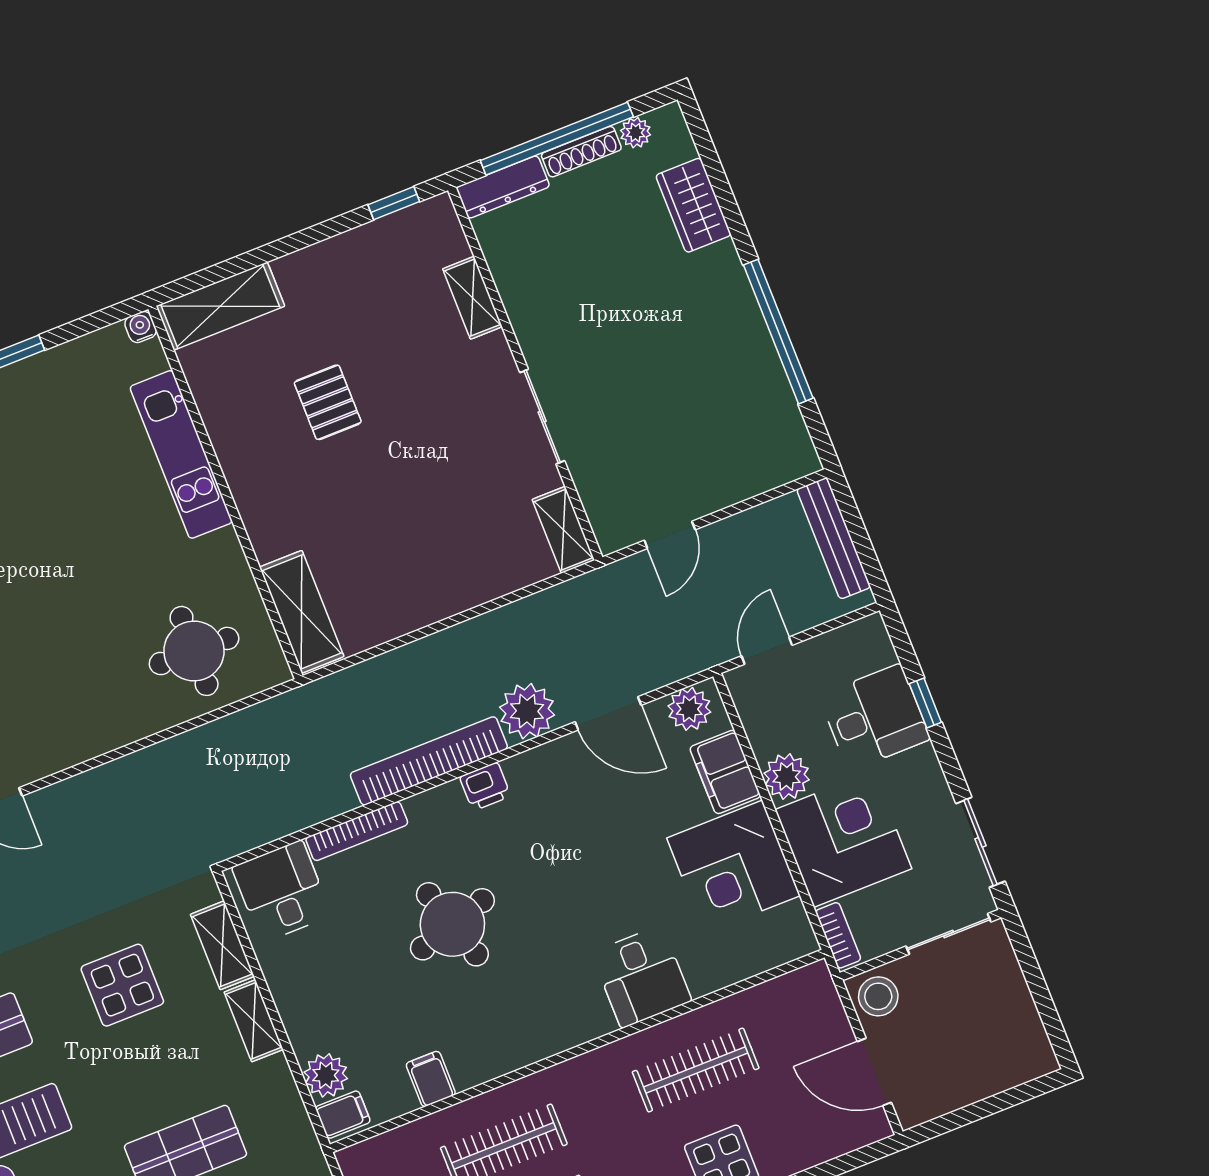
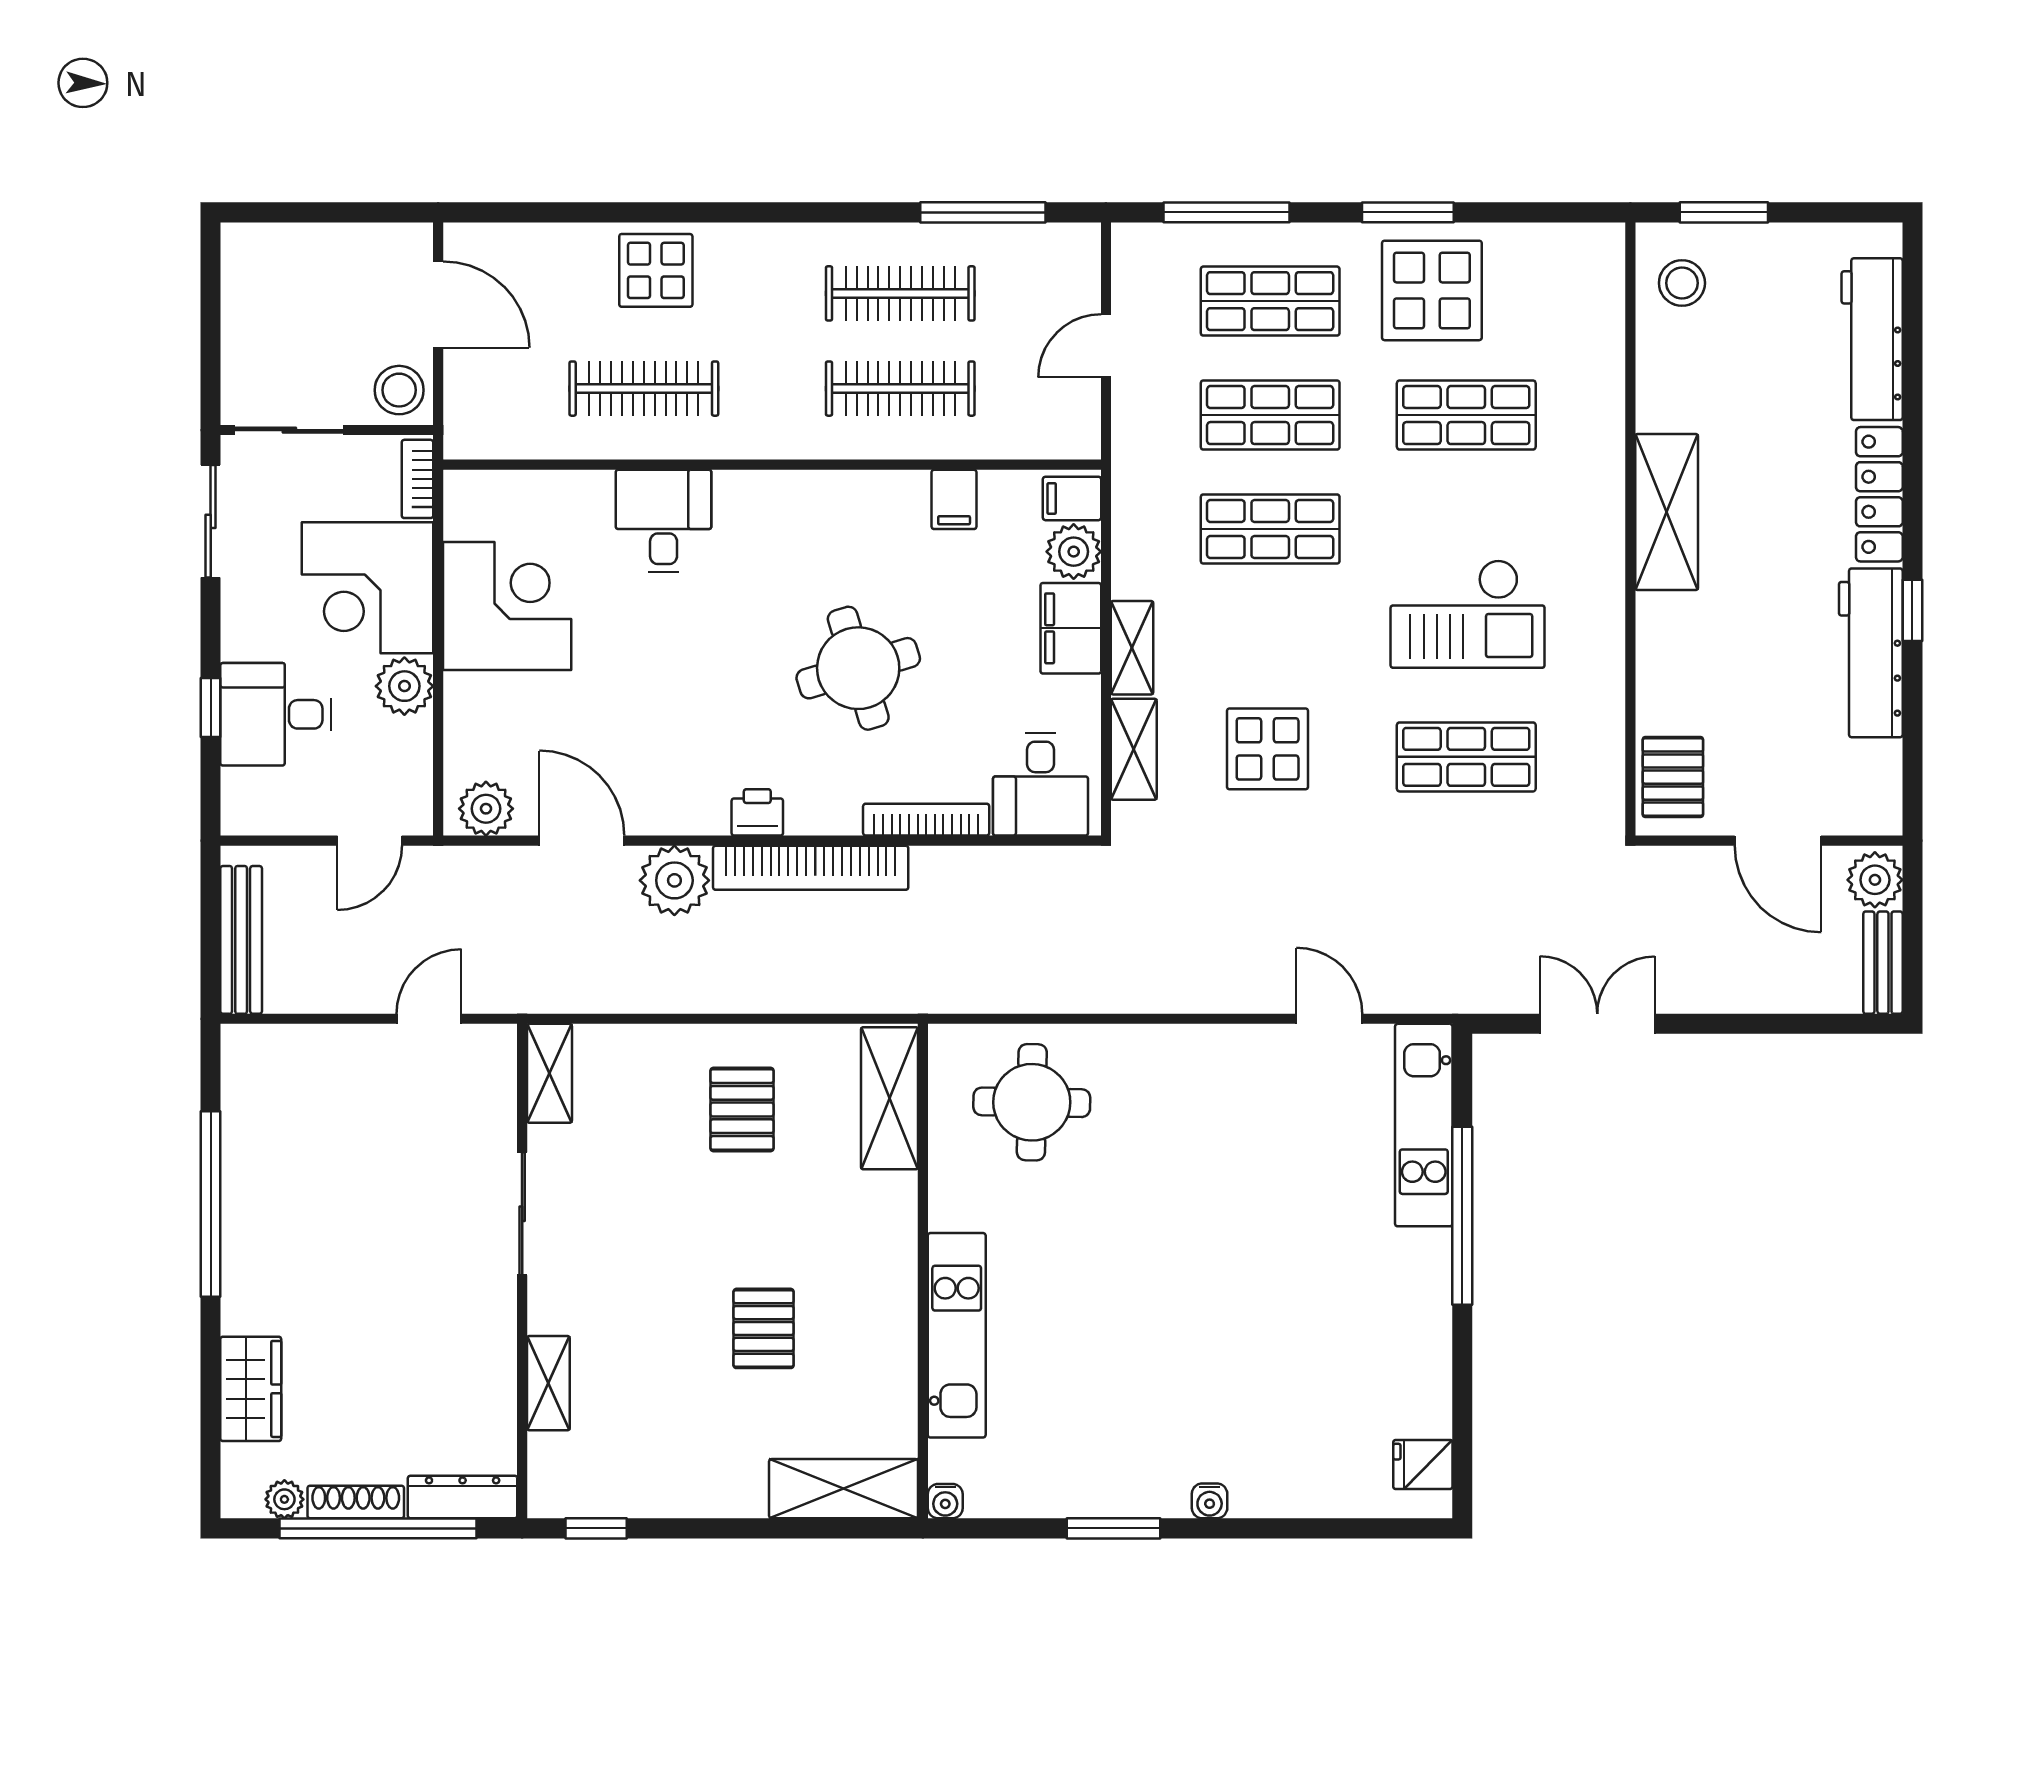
pallet: (409, 560) -> (742, 1109), added
filing cabinet: (725, 772) -> (1071, 628), moved, turned 180

